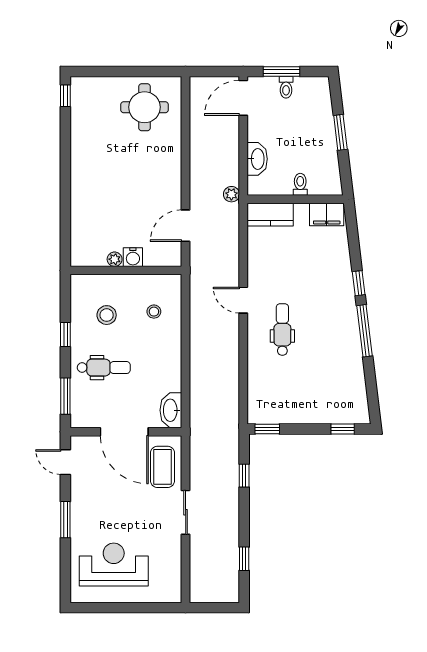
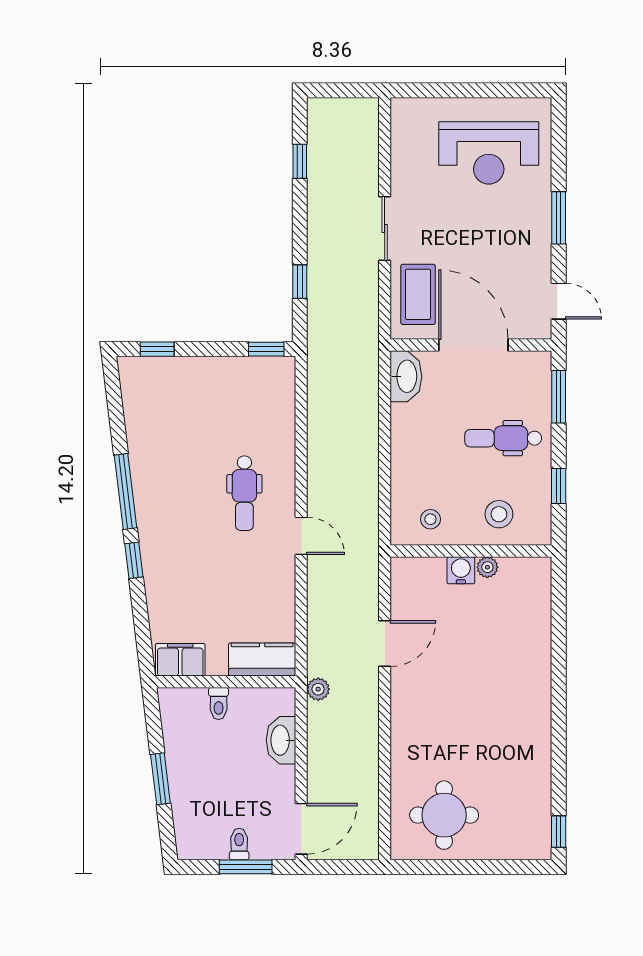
water cooler: (133, 257) -> (461, 570), moved
plant: (115, 259) -> (487, 567), moved
wall: (126, 270) -> (471, 551), moved

